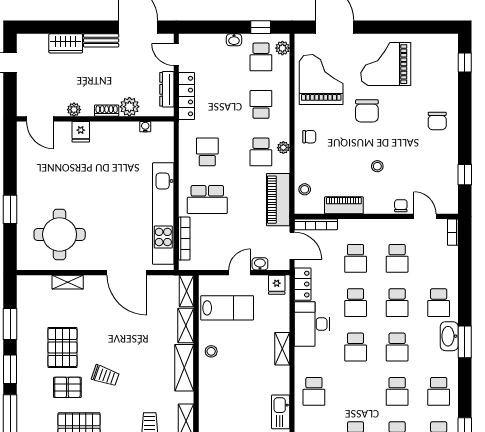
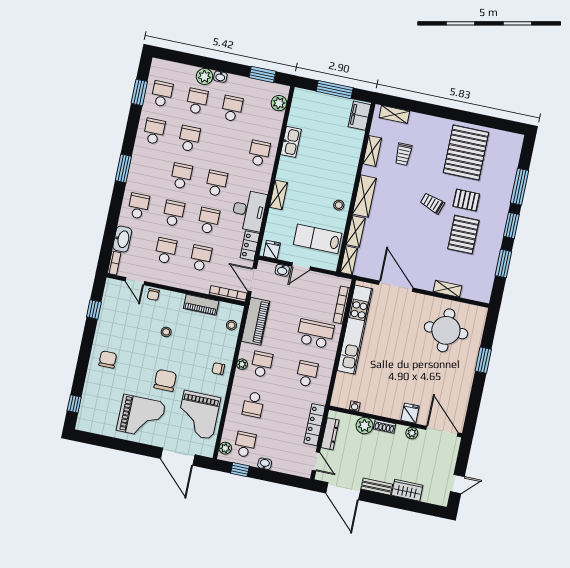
door: (40, 119) -> (442, 431), width x1.36
school desk: (207, 152) -> (307, 374), turned 180
washbasin: (449, 336) -> (122, 239), moved

